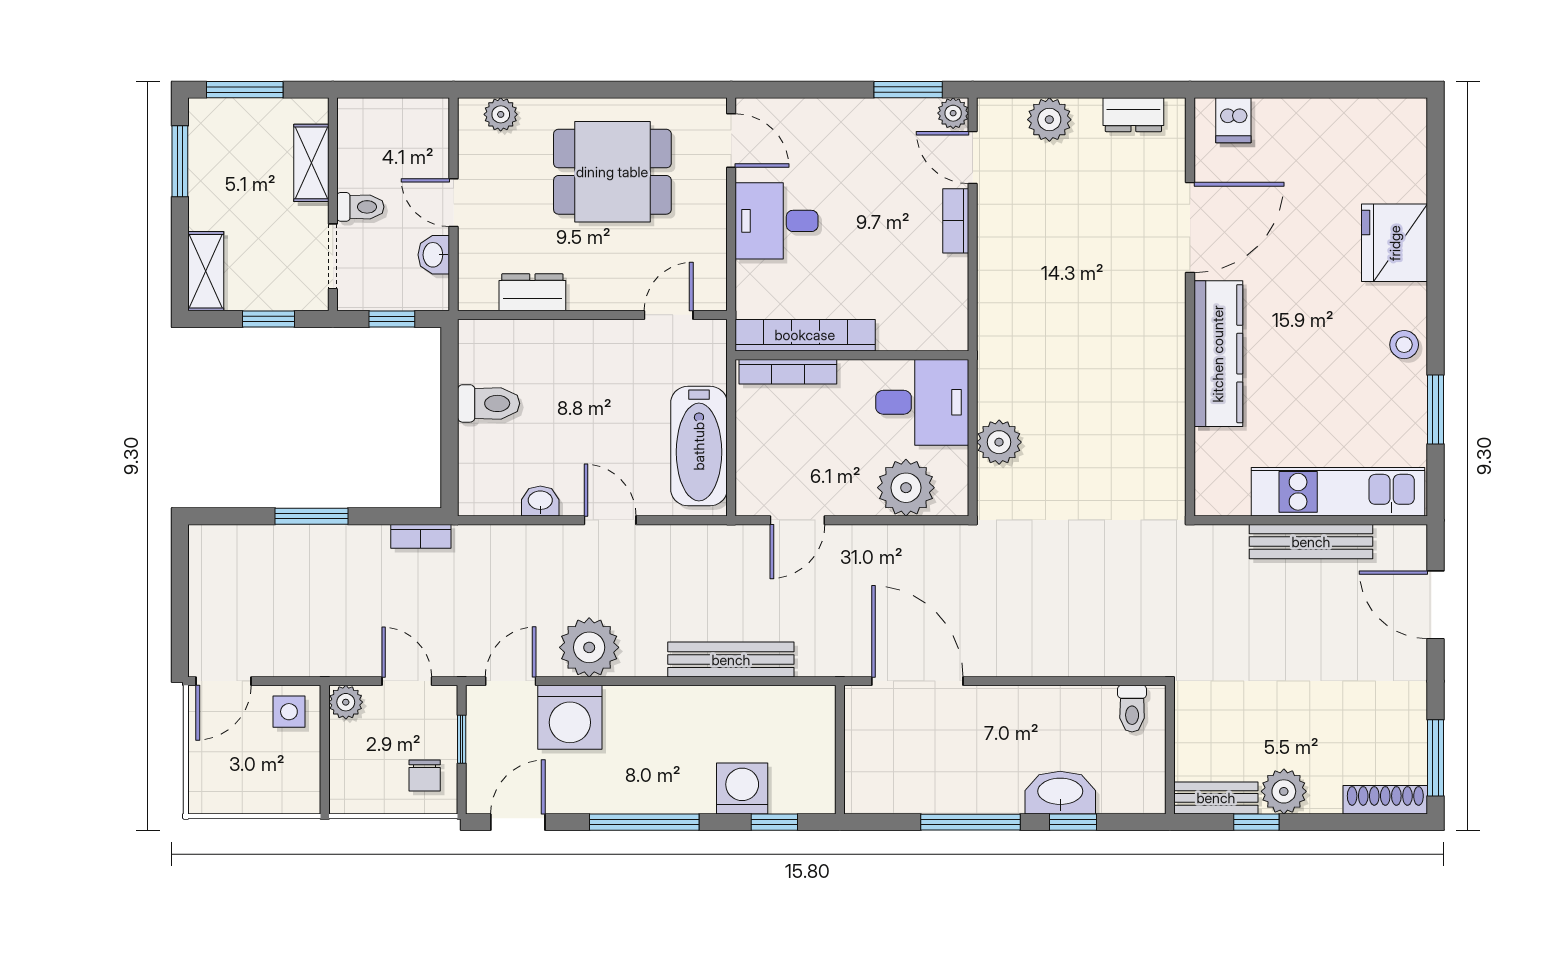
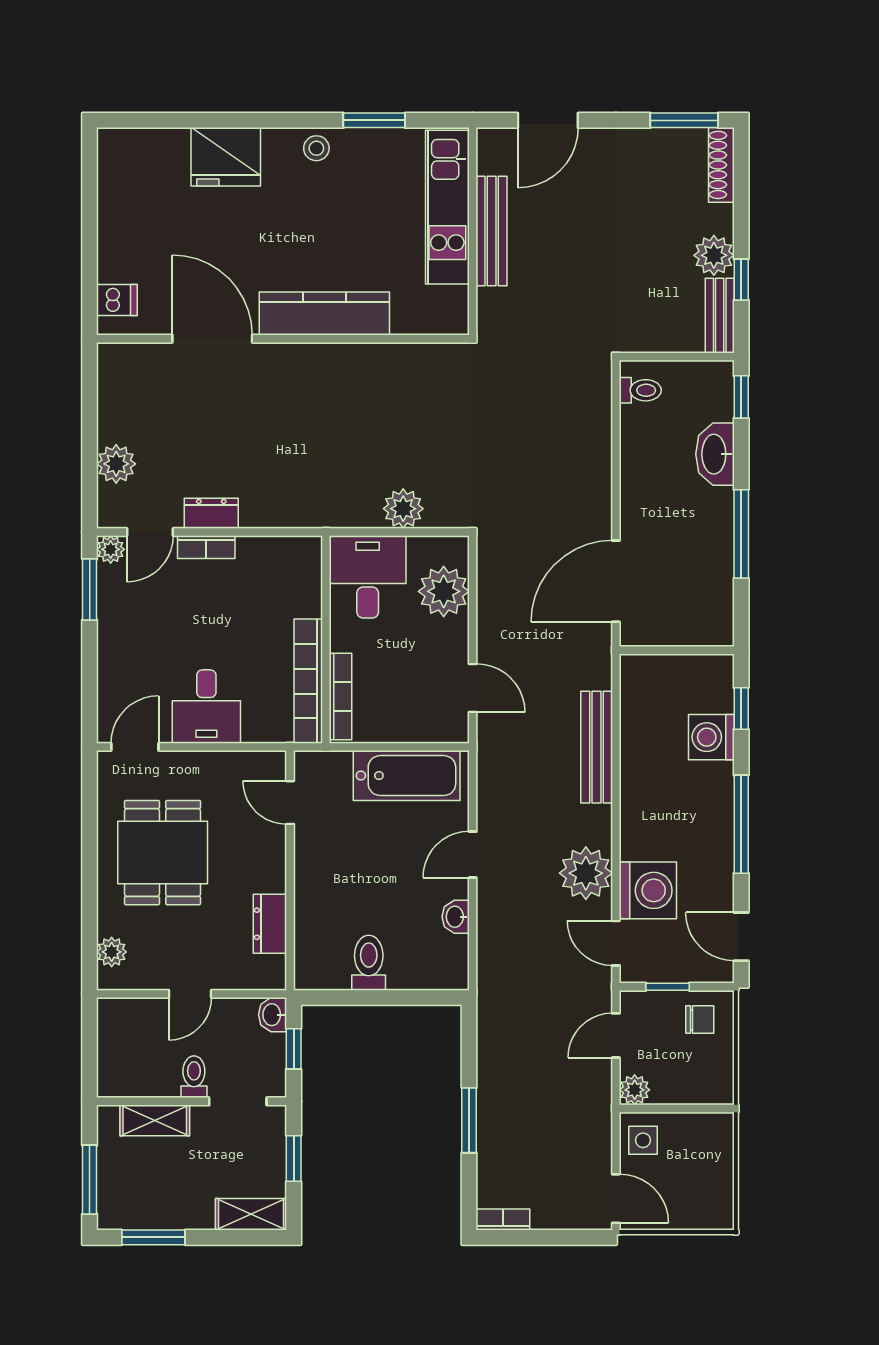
dresser: (1133, 115) -> (211, 513), moved, turned -90
washbasin: (434, 255) -> (273, 1015), moved, turned 90
bookcase: (421, 536) -> (503, 1219), moved, turned -90
window: (1073, 822) -> (741, 397), moved

